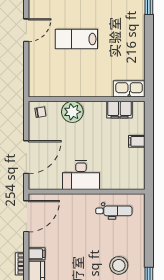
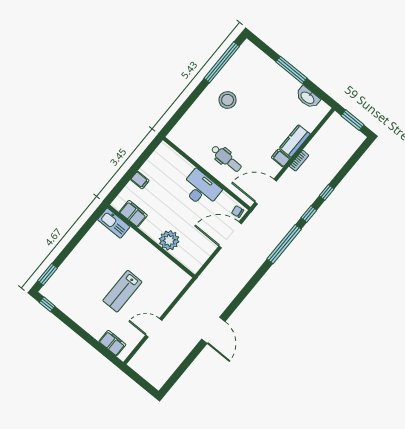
lab bench: (76, 39) -> (122, 291), turned 90
chair: (40, 112) -> (238, 212), moved
dental chair: (114, 211) -> (226, 159), moved, turned 180

